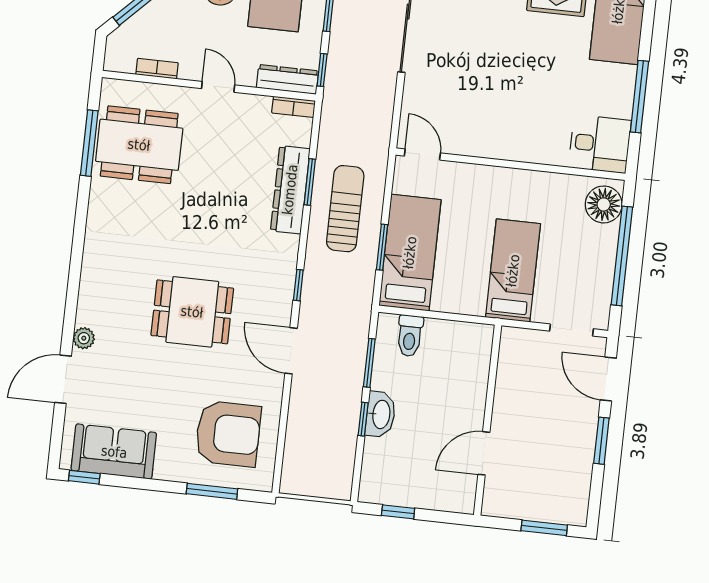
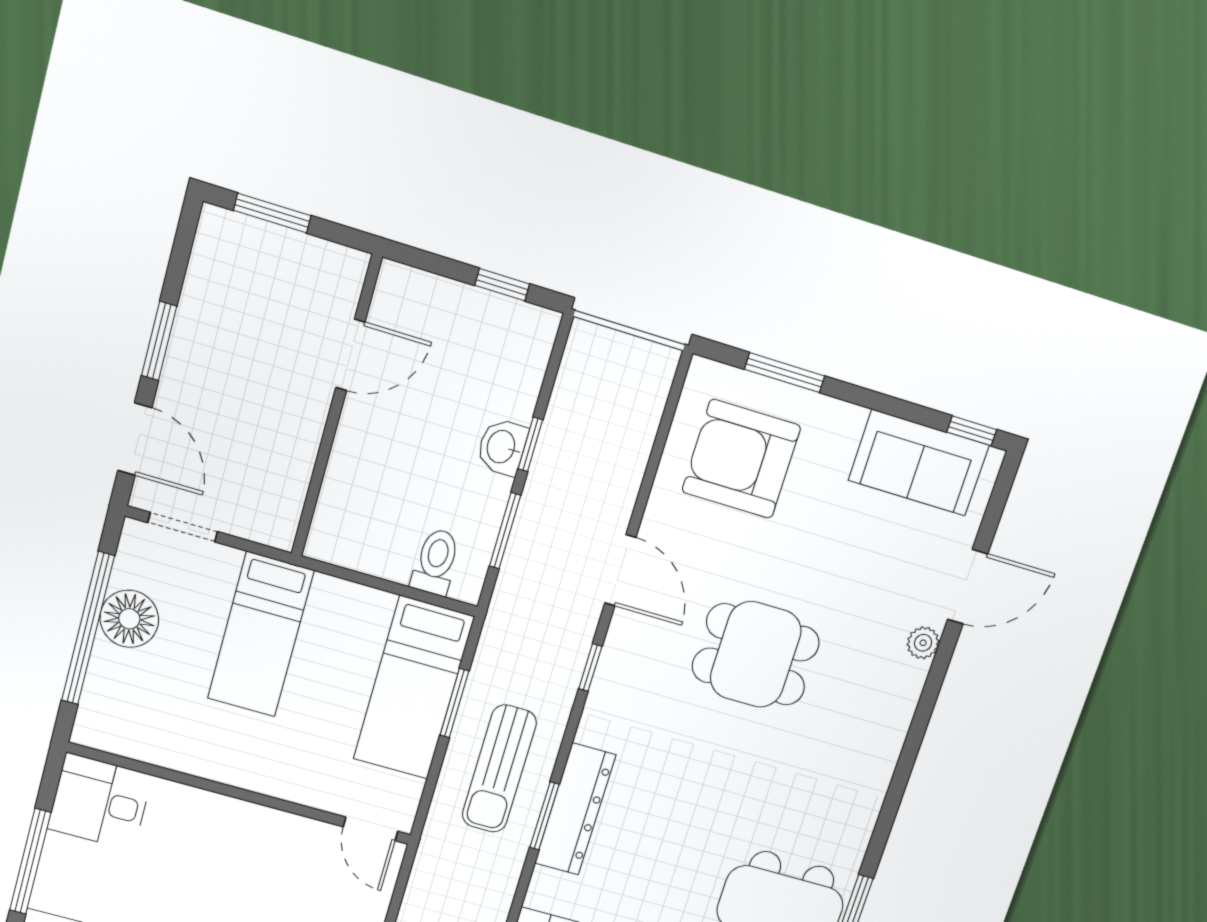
floor lamp: (604, 204) -> (129, 619), moved
washbasin: (381, 414) -> (502, 447), width x0.72

